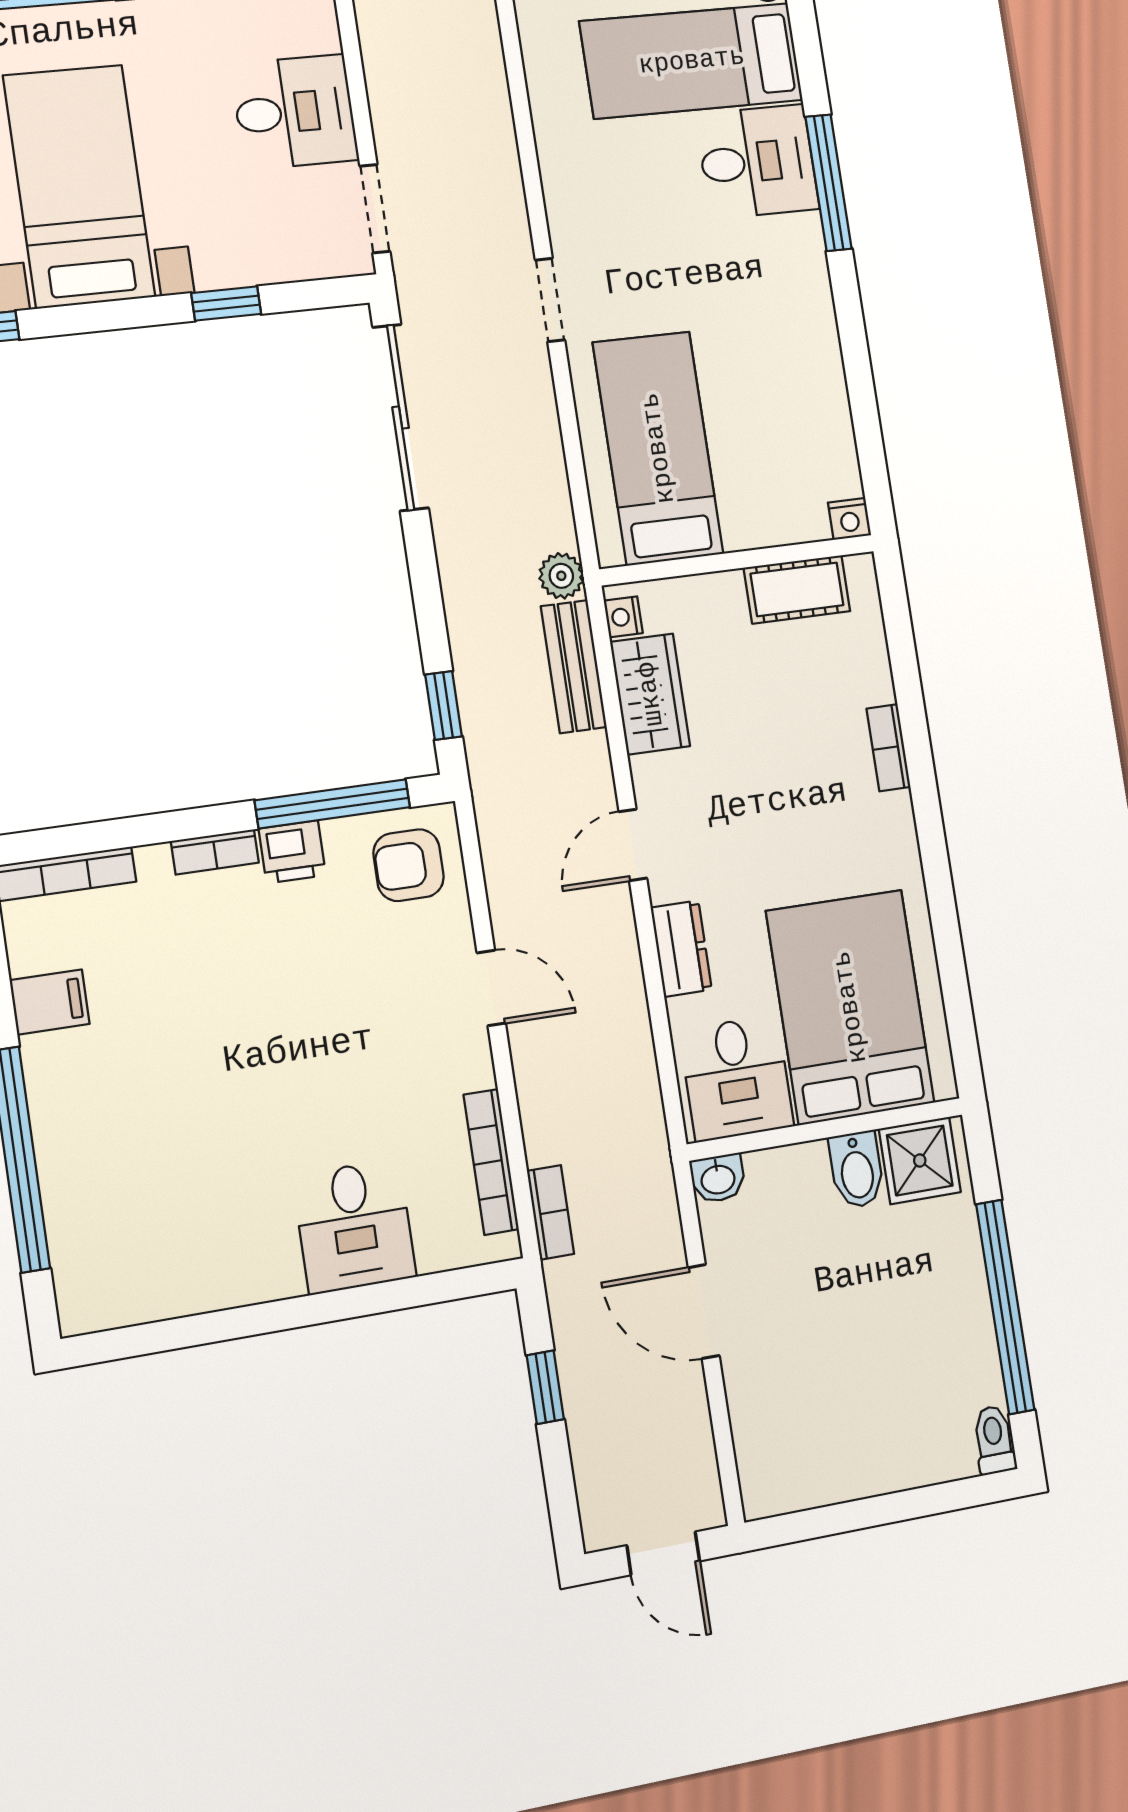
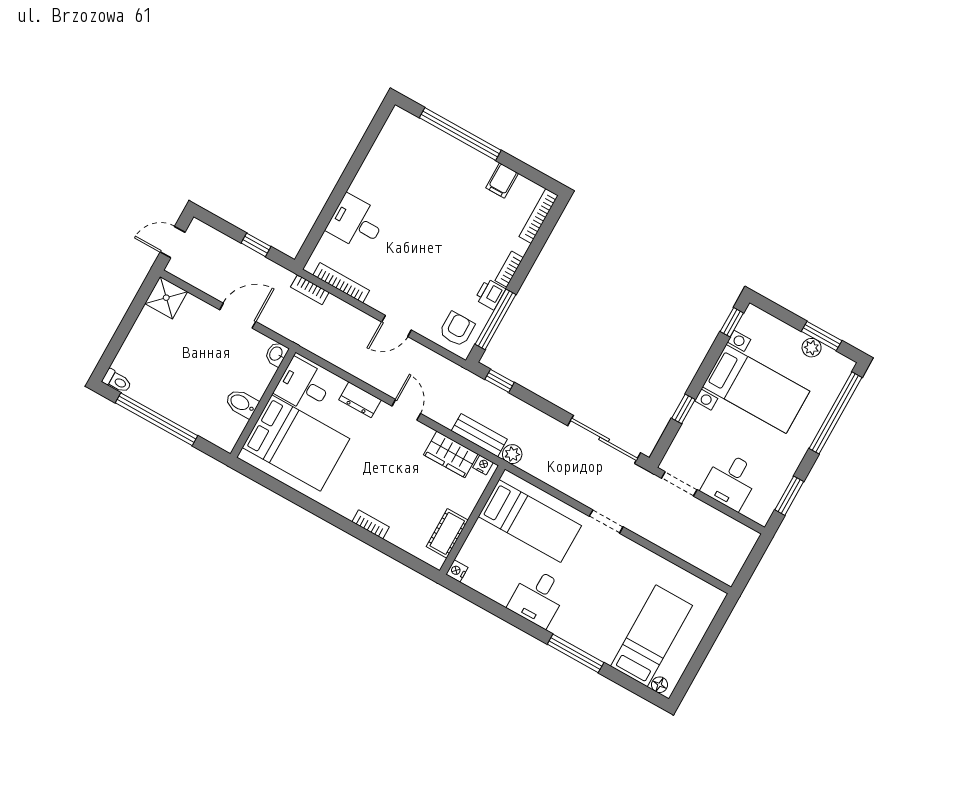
desk: (757, 162) -> (538, 598), moved
shower: (920, 1160) -> (166, 298), moved

